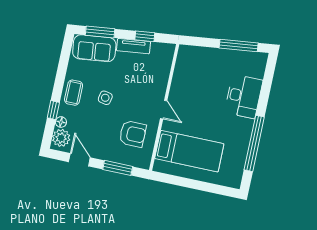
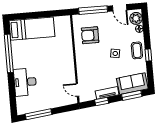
window: (53, 110) -> (148, 55), moved
door: (164, 110) -> (77, 90), moved
bed: (189, 151) -> (32, 29), moved, turned 180
window: (118, 168) -> (93, 10), width x1.44

